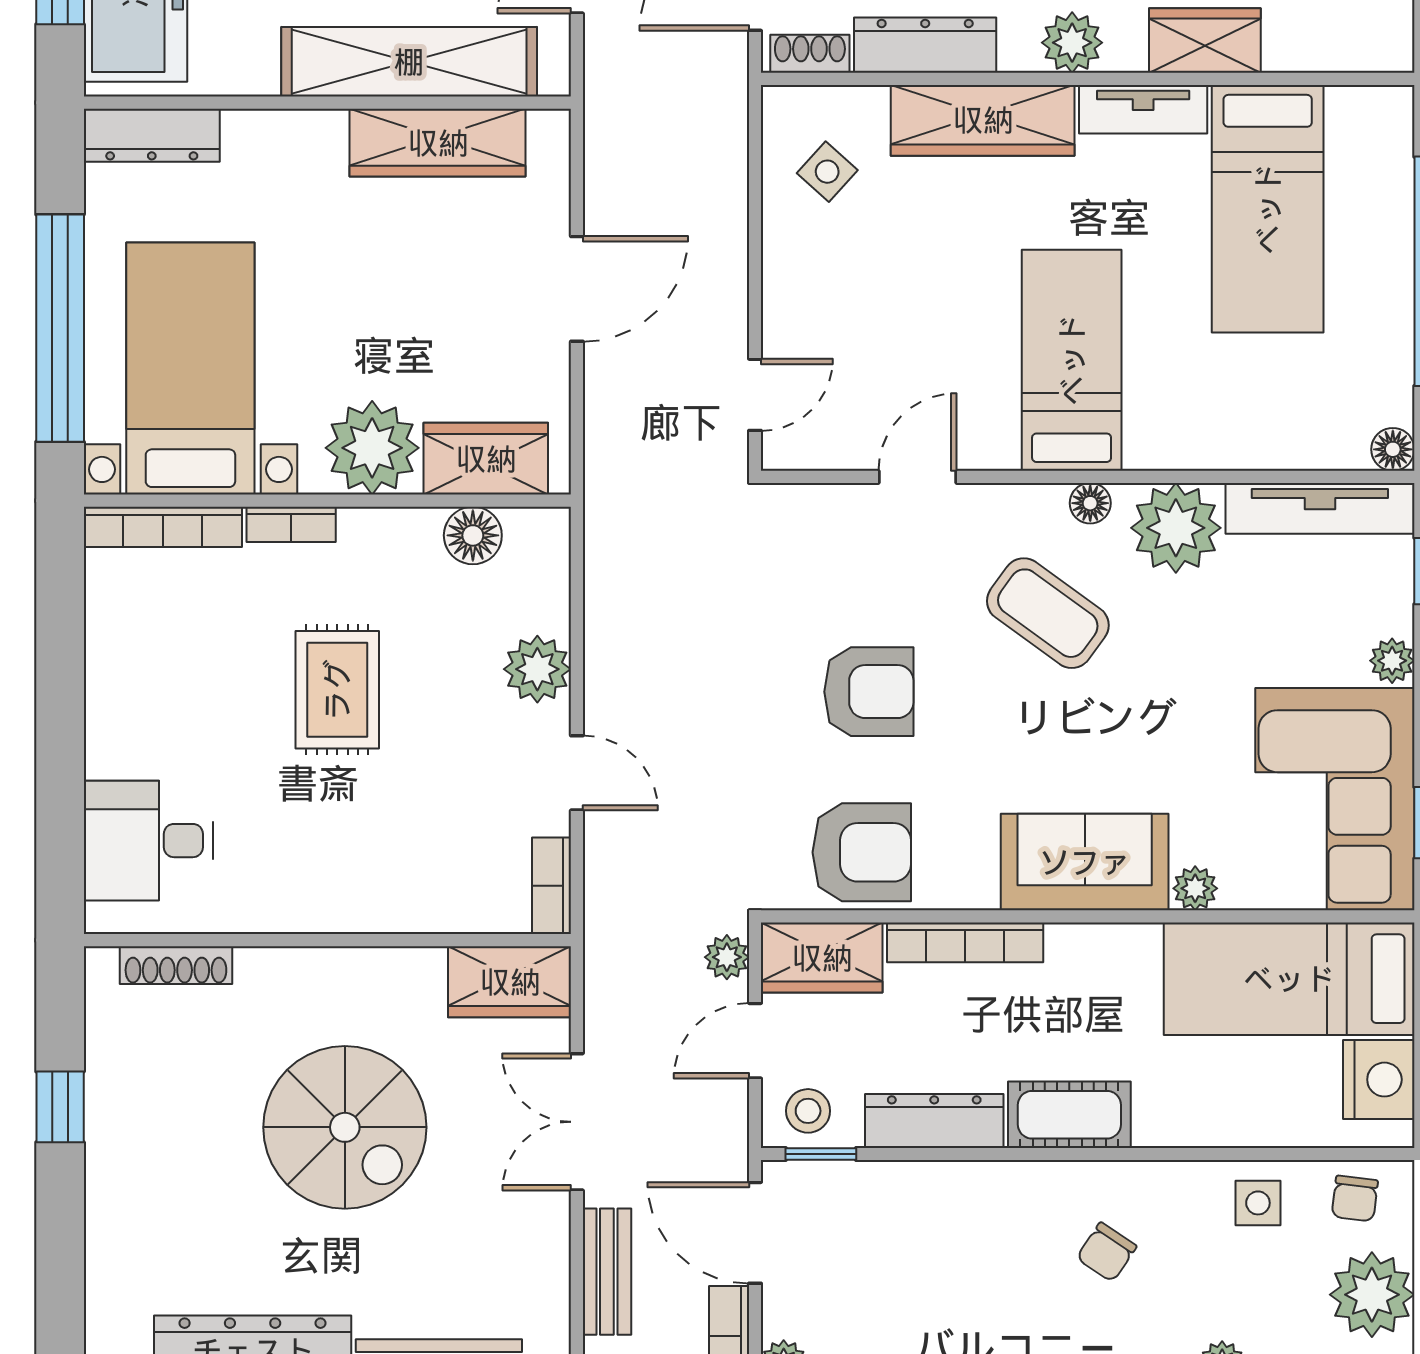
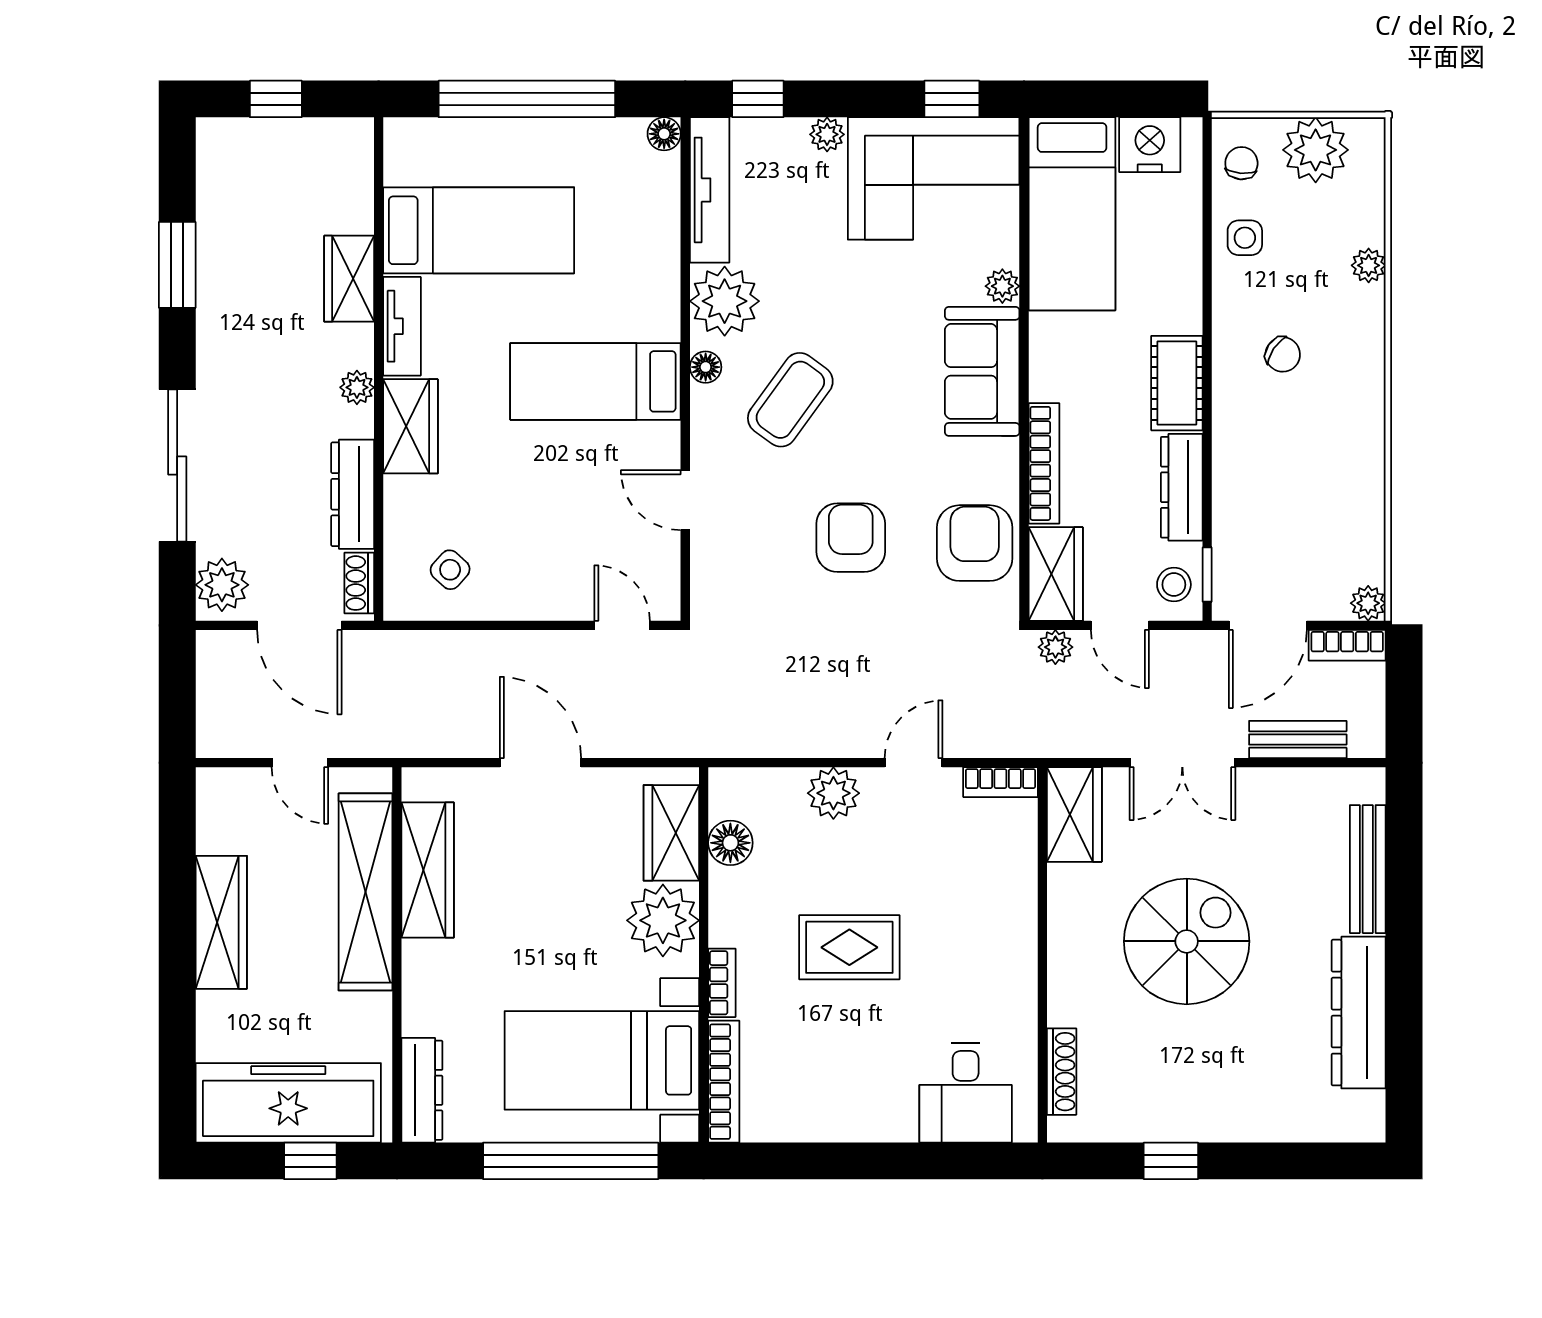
plant: (1072, 43) -> (357, 387), width x0.73, depth x0.73
wardrobe: (983, 120) -> (411, 426), width x0.67
chair: (1355, 1198) -> (1241, 163), turned -92

